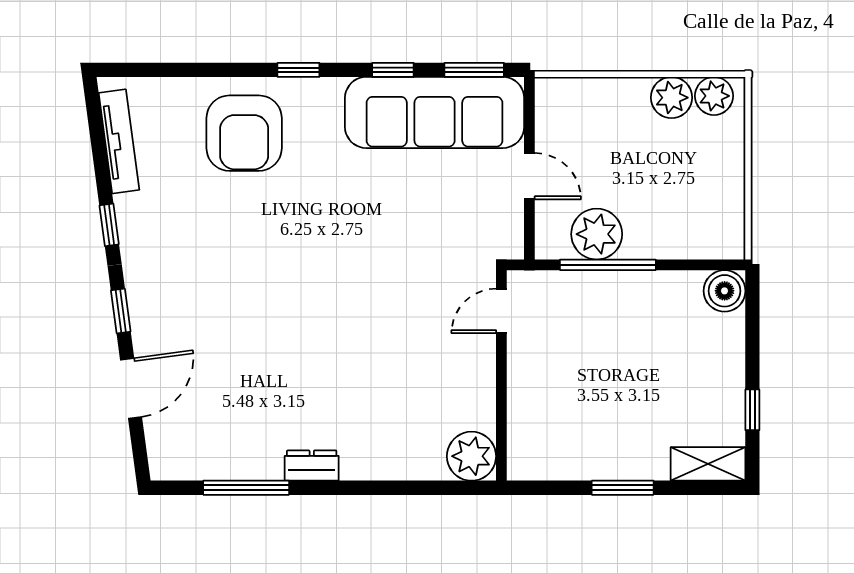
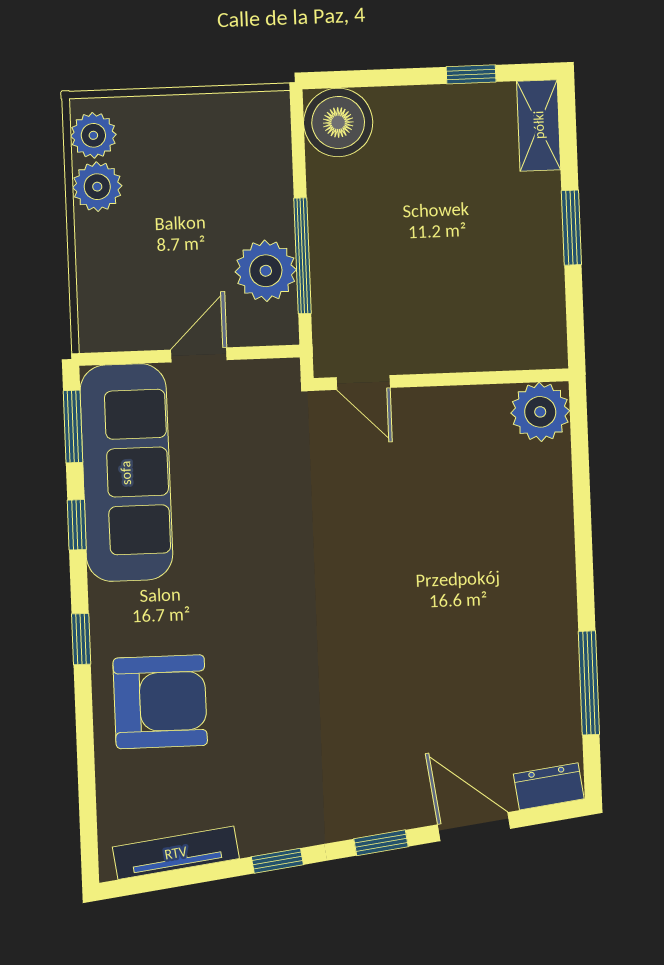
boiler: (725, 291) -> (338, 122), width x1.37, depth x1.37
dresser: (312, 466) -> (549, 786), moved, turned 82

